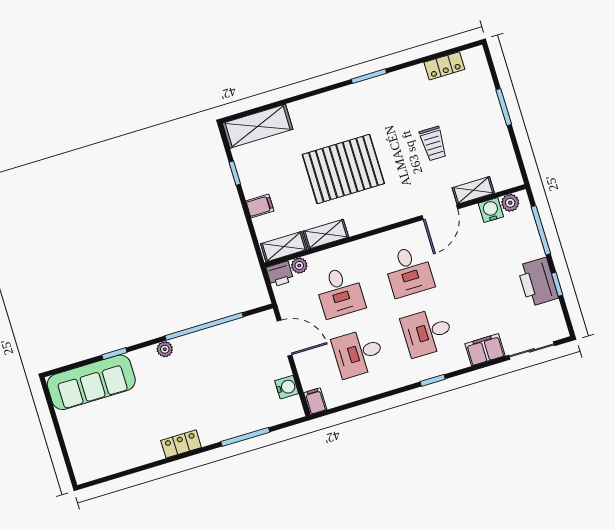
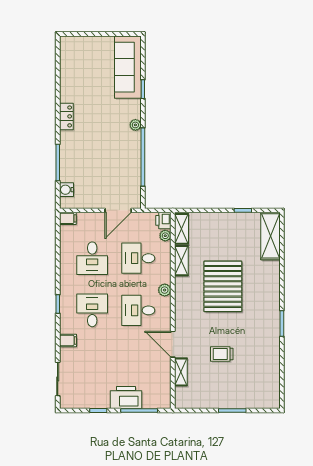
locker: (444, 66) -> (273, 378), removed
plant: (510, 203) -> (165, 290), moved
filing cabinet: (260, 206) -> (215, 221), removed
water cooler: (491, 210) -> (164, 380), removed
printer: (538, 282) -> (126, 397), moved
filing cabinet: (485, 350) -> (68, 340), width x0.50
desk: (358, 353) -> (92, 258), turned 180
water cooler: (287, 387) -> (66, 190), moved, turned 90

